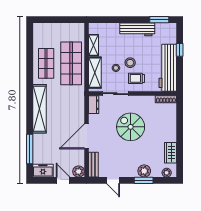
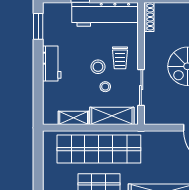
workbench: (137, 29) -> (52, 63), width x0.73
shop shelf: (71, 63) -> (99, 149), width x1.40
dresser: (94, 105) -> (157, 118), removed

